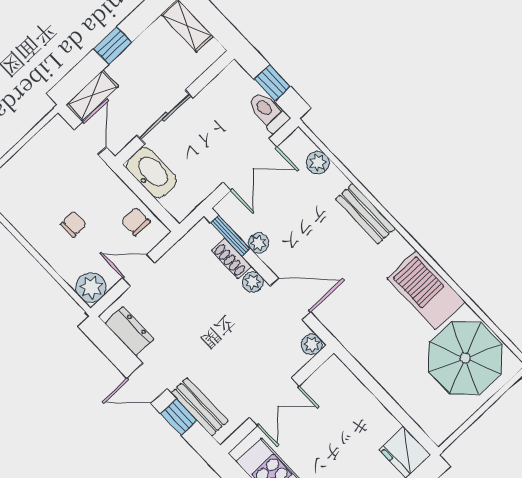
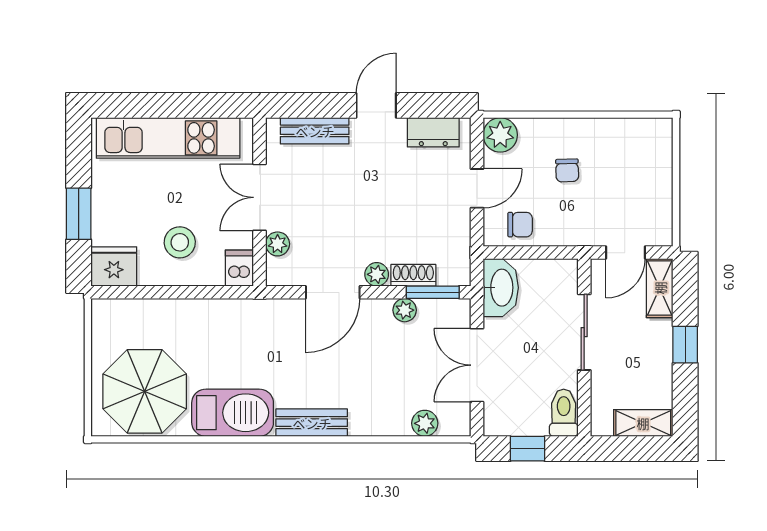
toilet: (268, 112) -> (564, 413), moved, turned -90
door: (90, 138) -> (625, 253), hinge flipped
washbasin: (152, 173) -> (501, 288), moved, turned -90
bench: (365, 214) -> (312, 423), moved
plant: (312, 345) -> (278, 244), moved
dishwasher: (331, 372) -> (239, 268), added
window: (179, 417) -> (323, 105), removed
stool: (350, 425) -> (180, 242), added

